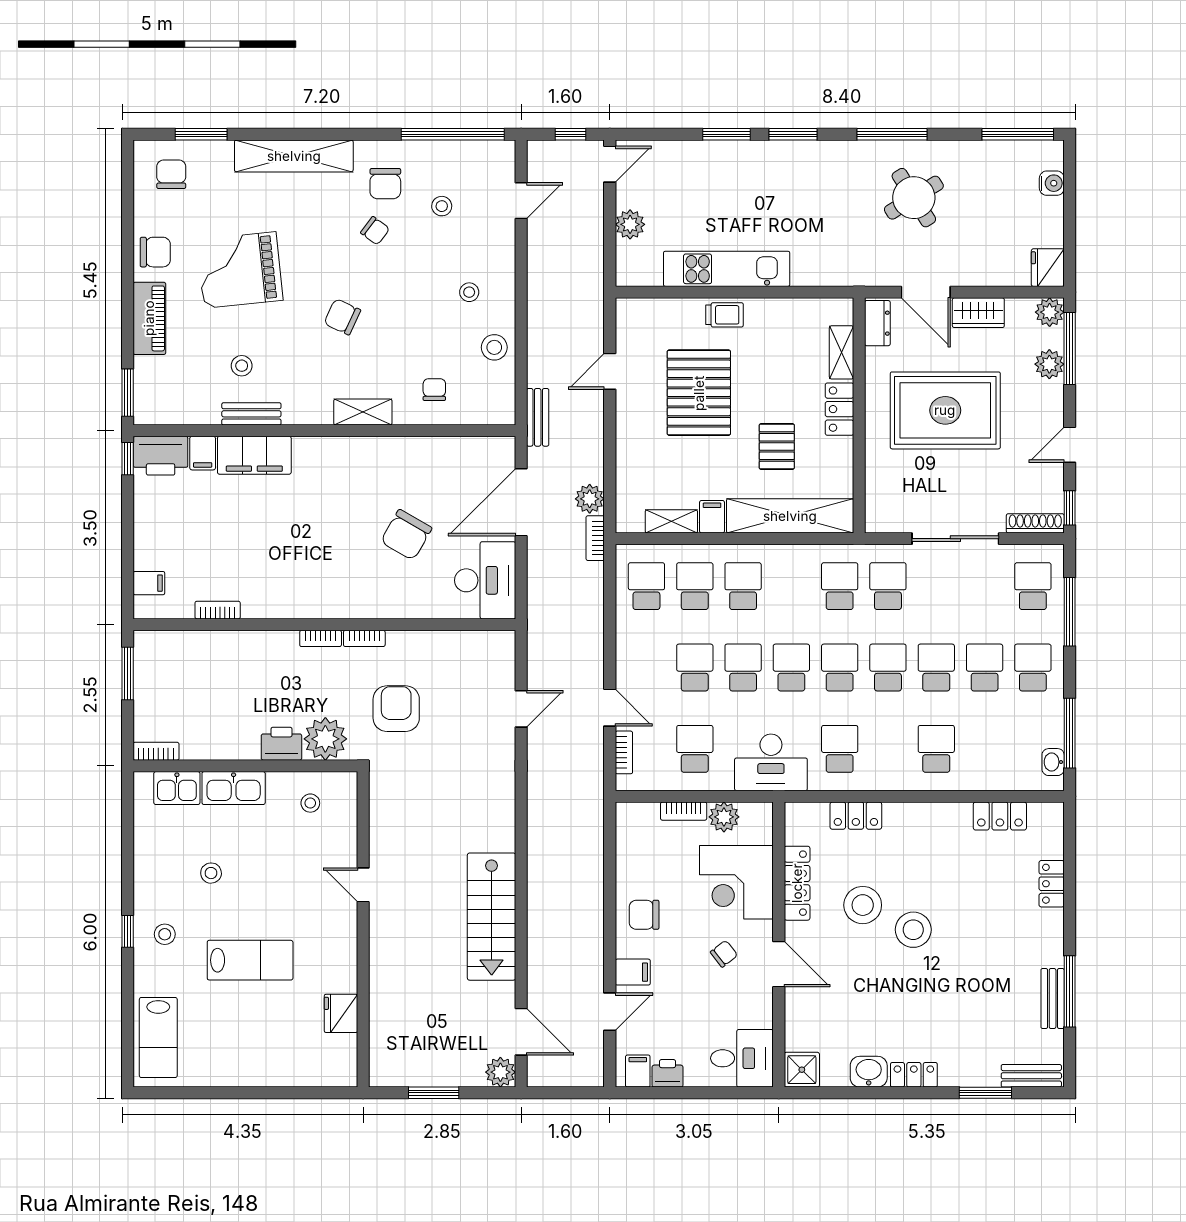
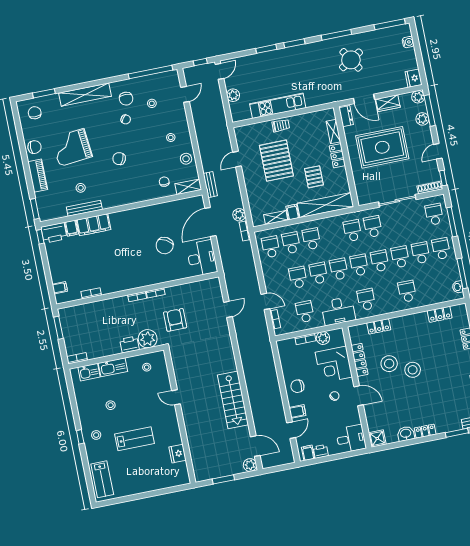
shelving: (363, 412) -> (188, 187), moved
bench: (251, 414) -> (84, 208), width x1.36

